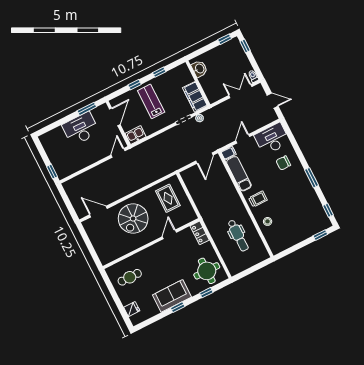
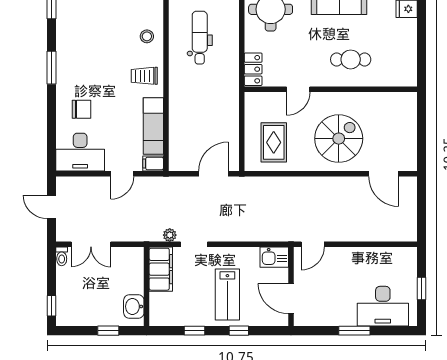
window: (225, 39) -> (108, 331), moved
window: (87, 109) -> (354, 331), moved
door: (115, 117) -> (291, 299), hinge flipped
desk: (81, 129) -> (383, 306), moved
door: (204, 158) -> (213, 174), moved
window: (52, 172) -> (421, 289), moved
cafe table: (130, 277) -> (351, 59), moved

